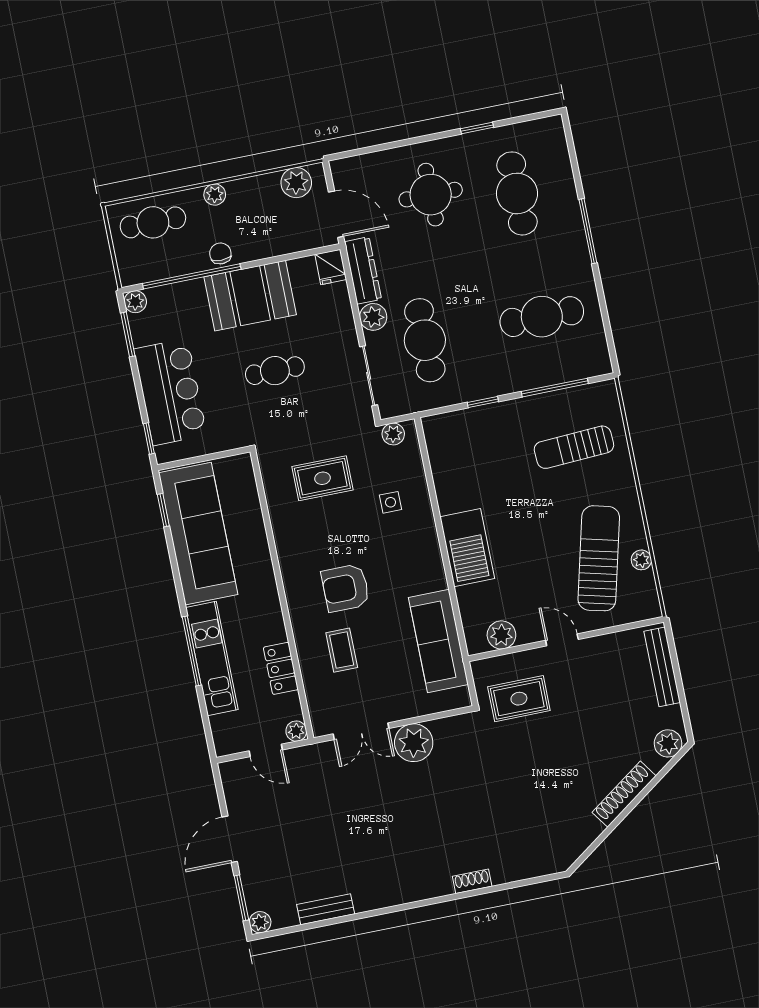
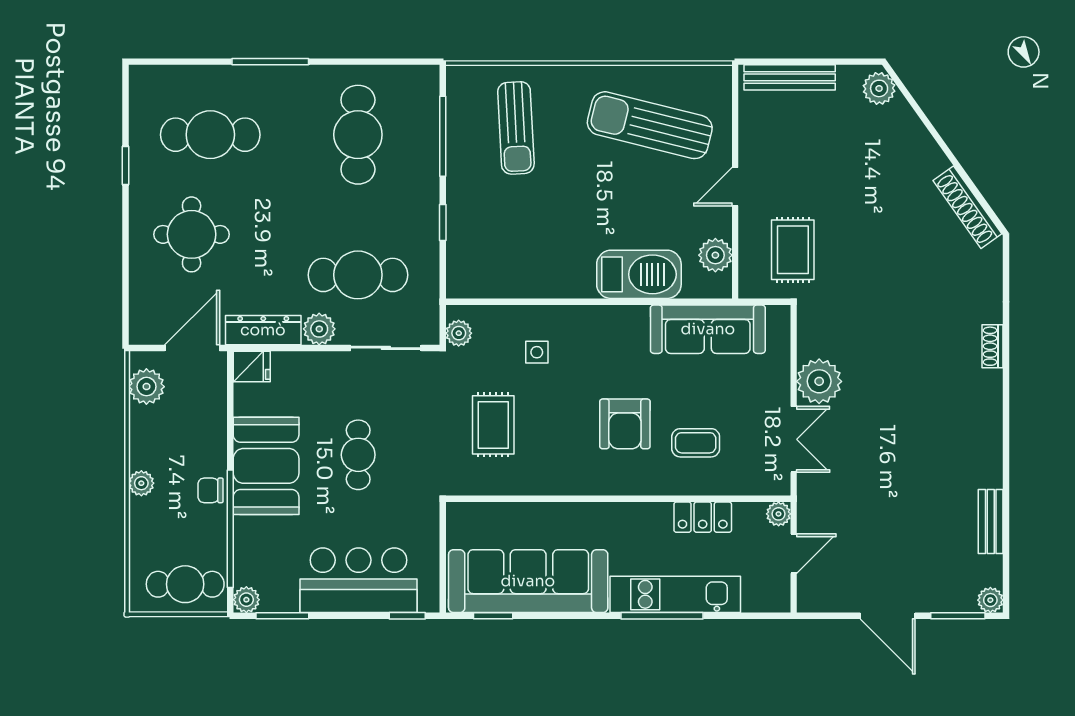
cafe table: (153, 222) -> (185, 584), moved, turned 90
barbecue: (467, 548) -> (639, 274), moved
plant: (641, 560) -> (661, 76), removed
shoe rack: (624, 794) -> (967, 207), moved

